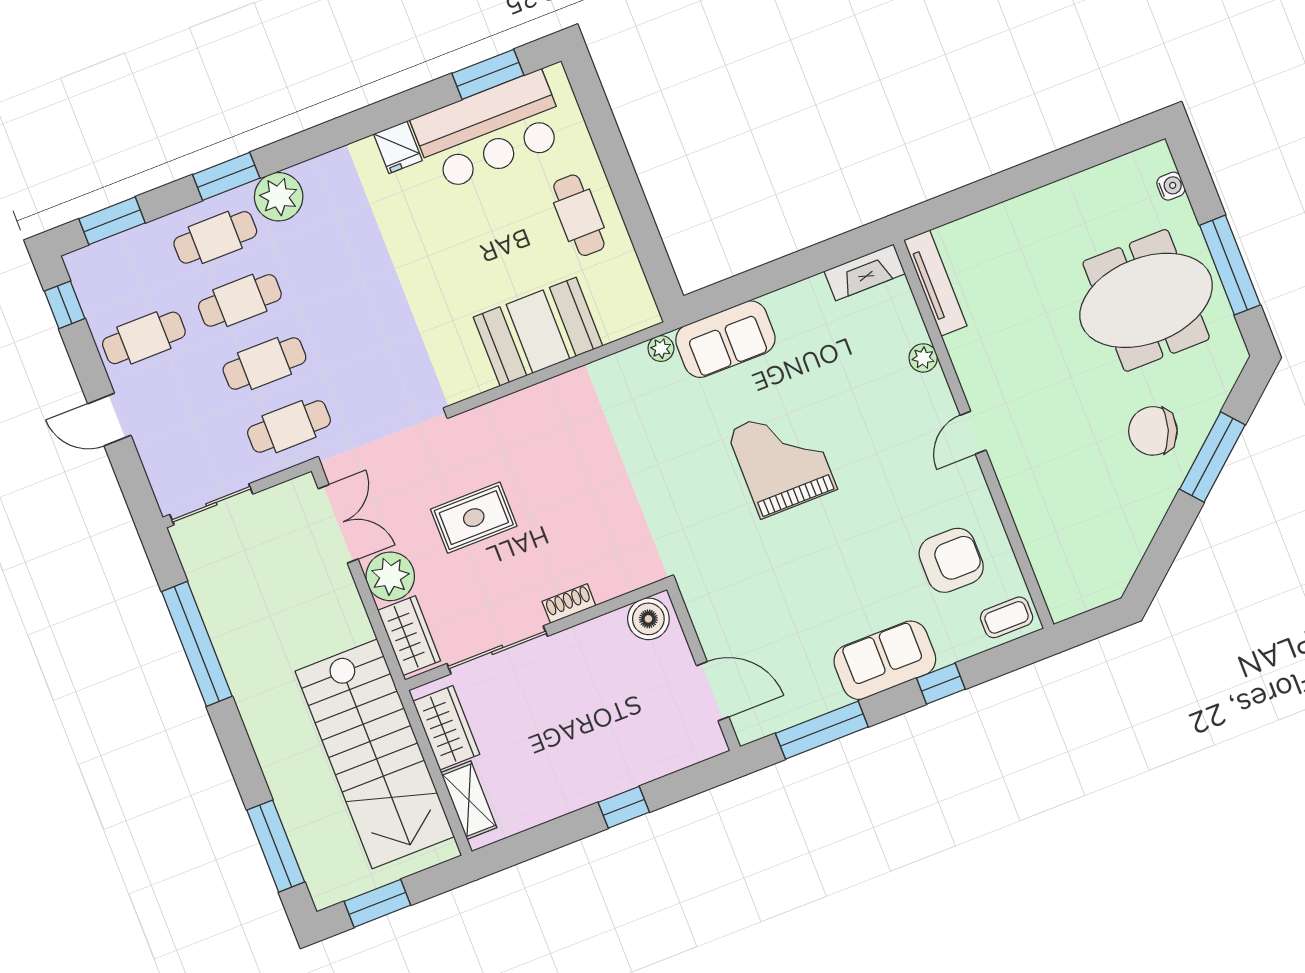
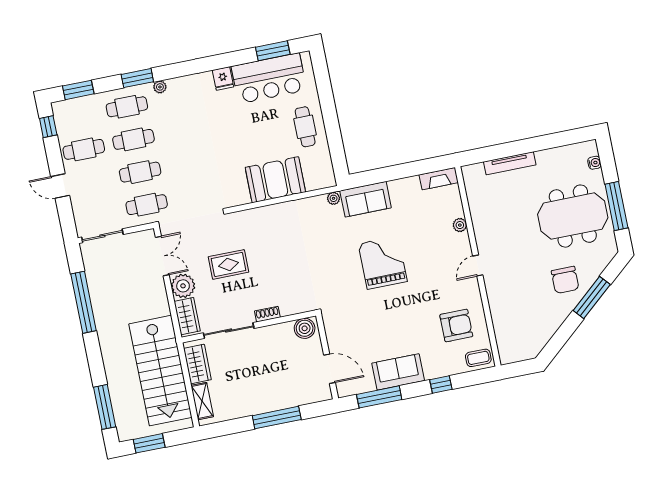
plant: (279, 197) -> (160, 87), width x0.53, depth x0.53
tv unit: (935, 283) -> (510, 163), moved, turned 90
chair: (1153, 431) -> (565, 280), turned -109
sofa: (885, 660) -> (398, 372), moved
window: (624, 807) -> (277, 418), width x2.17

